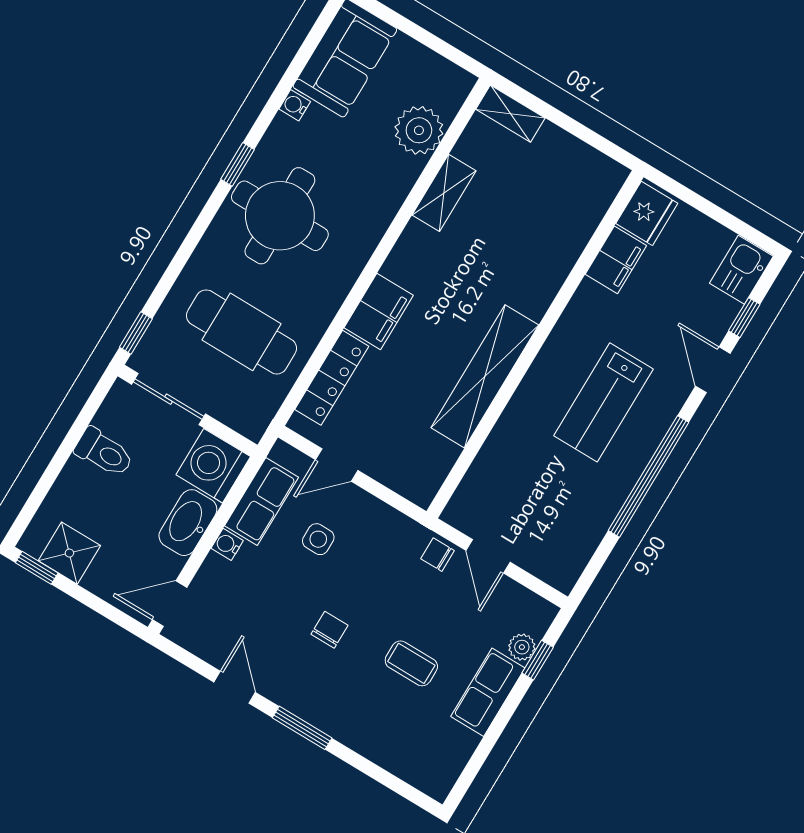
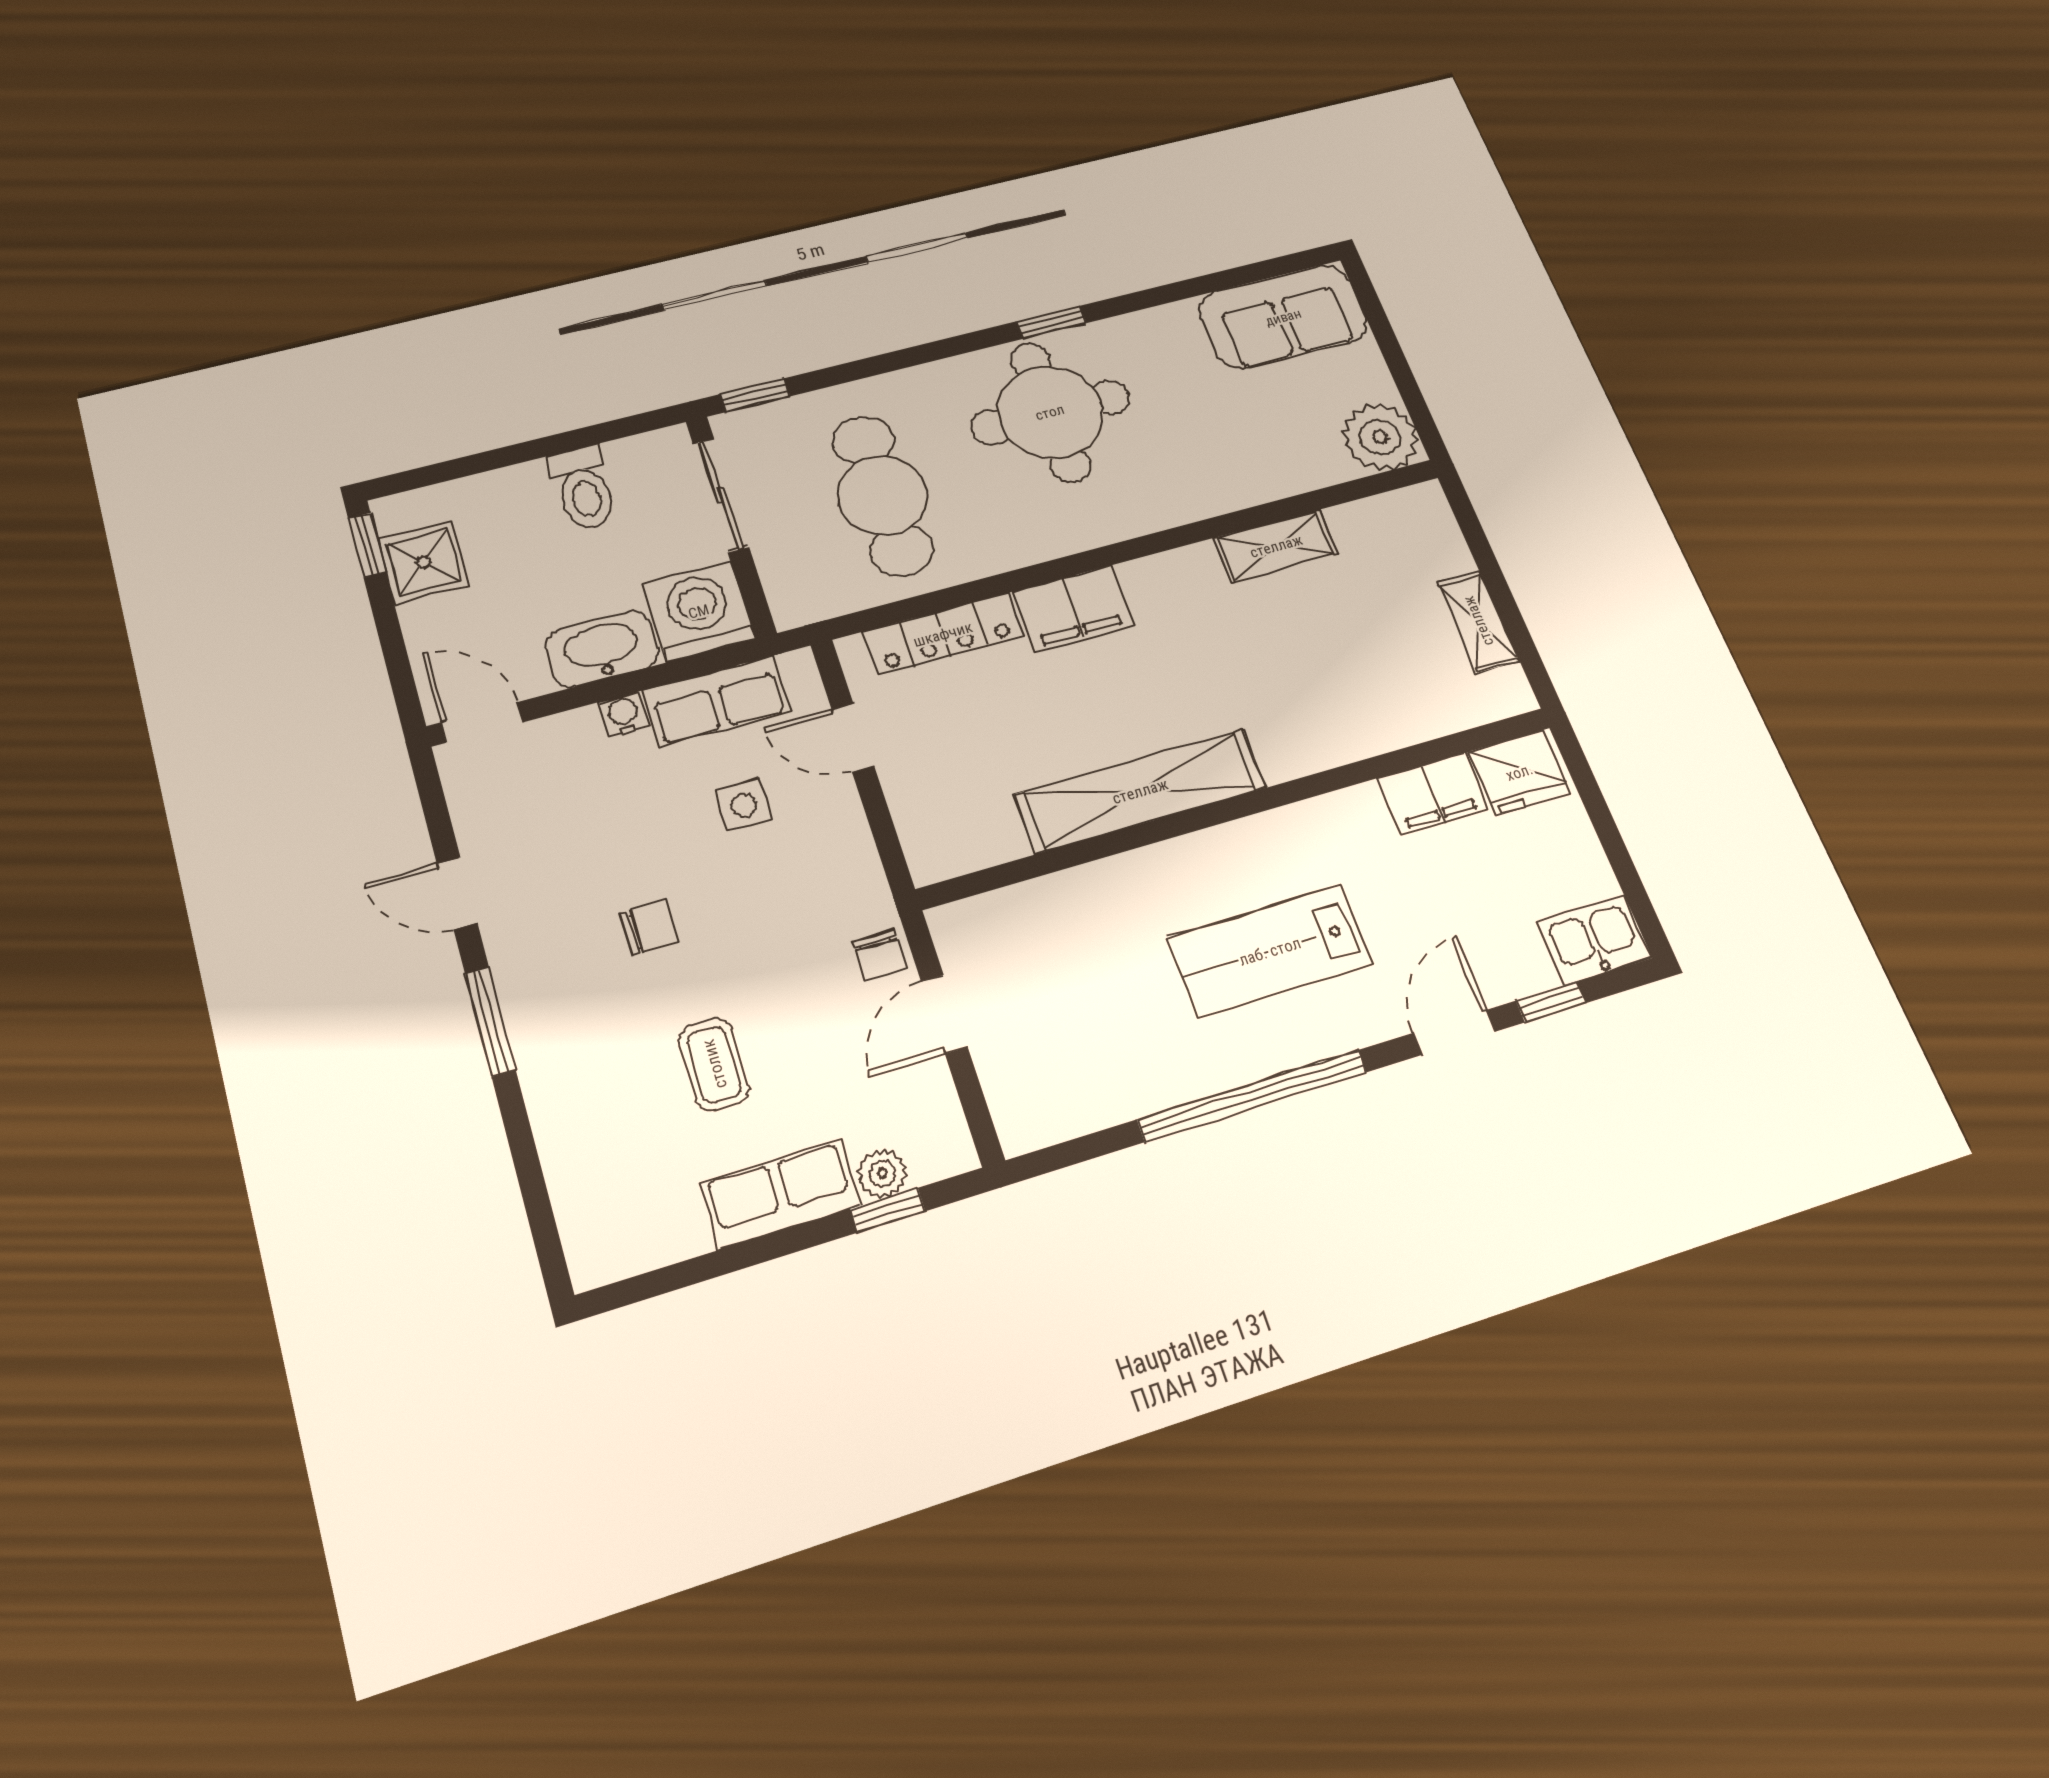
water cooler: (295, 105) -> (1178, 317), removed
shelving: (510, 114) -> (1478, 621), moved
plant: (419, 130) -> (1380, 437), moved
chair: (437, 555) -> (880, 955), turned 180
door: (235, 687) -> (457, 893), swing flipped

